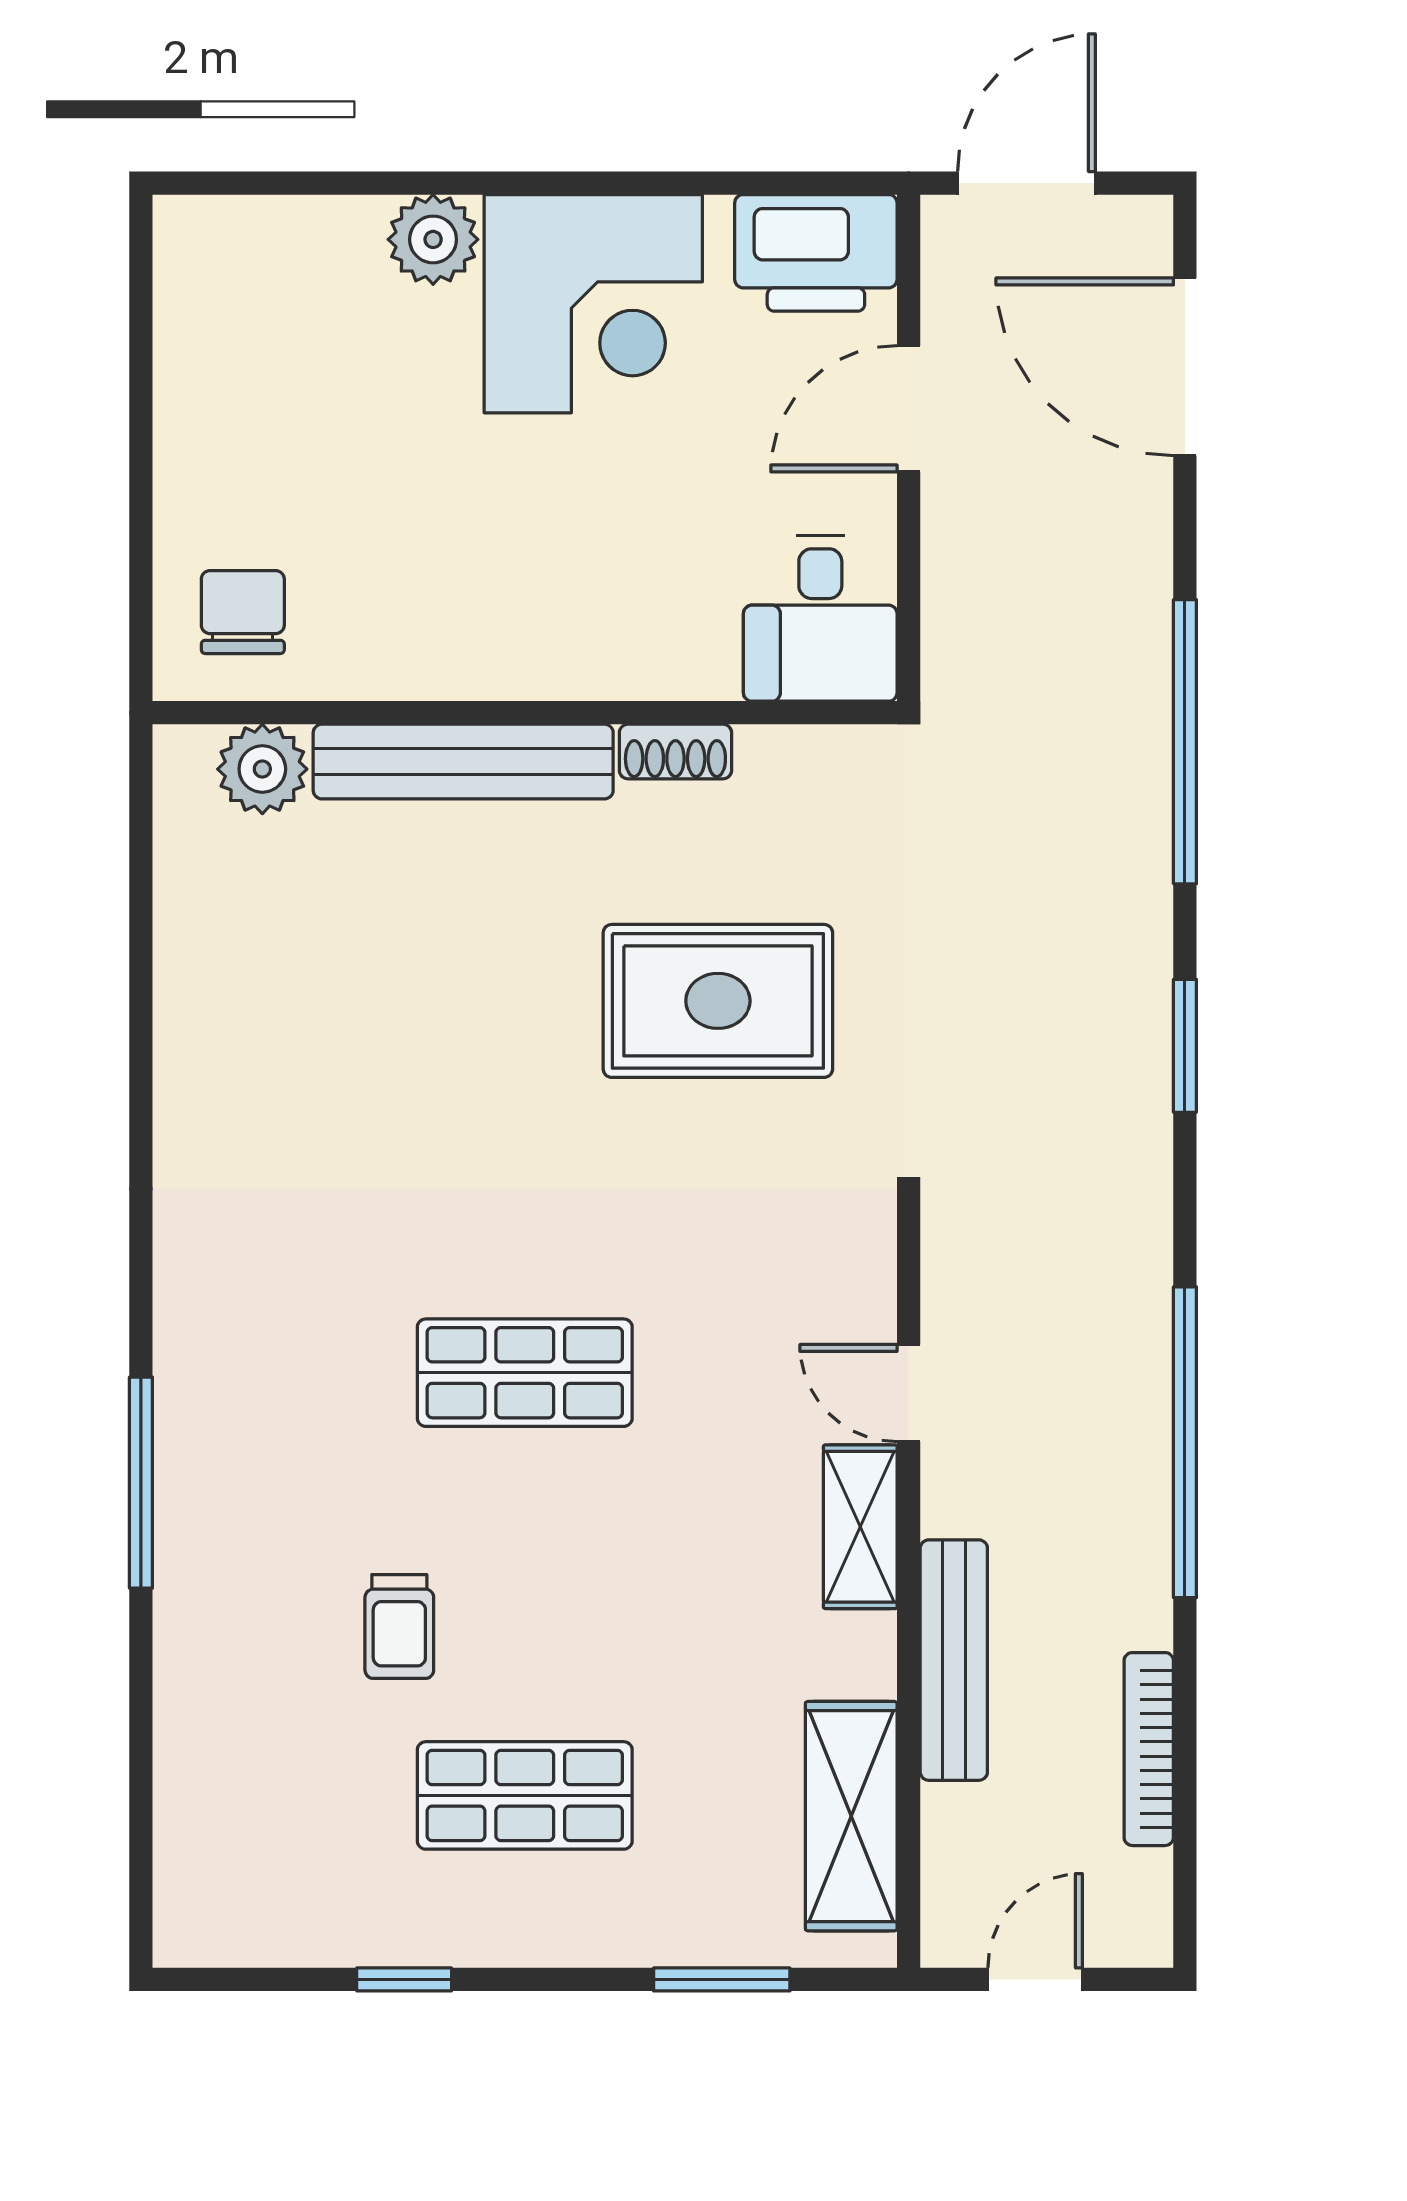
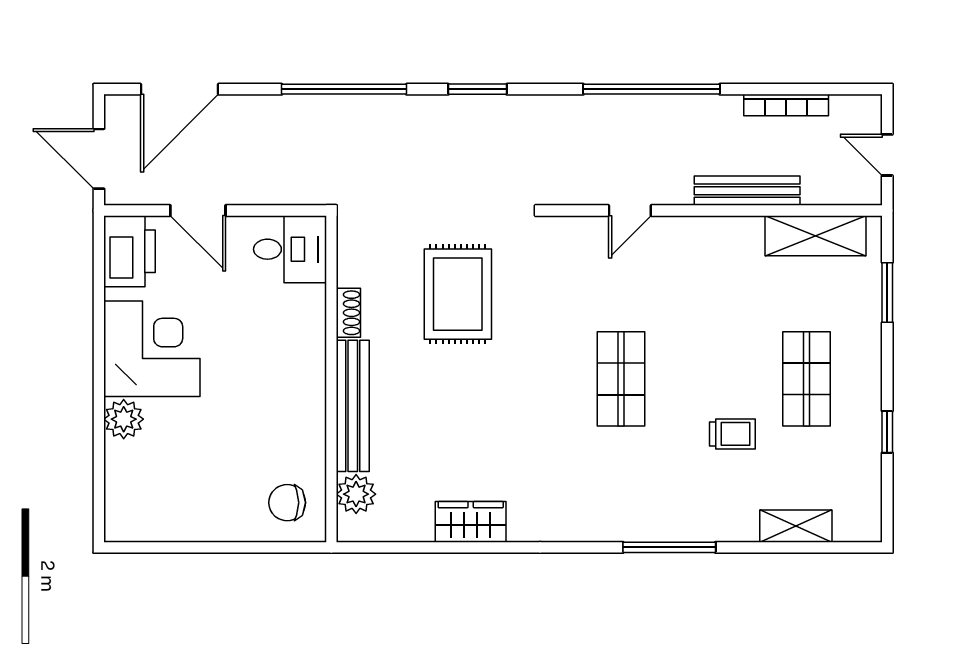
wardrobe: (199, 1030) -> (471, 522), added
shelving: (860, 1527) -> (796, 526), moved

